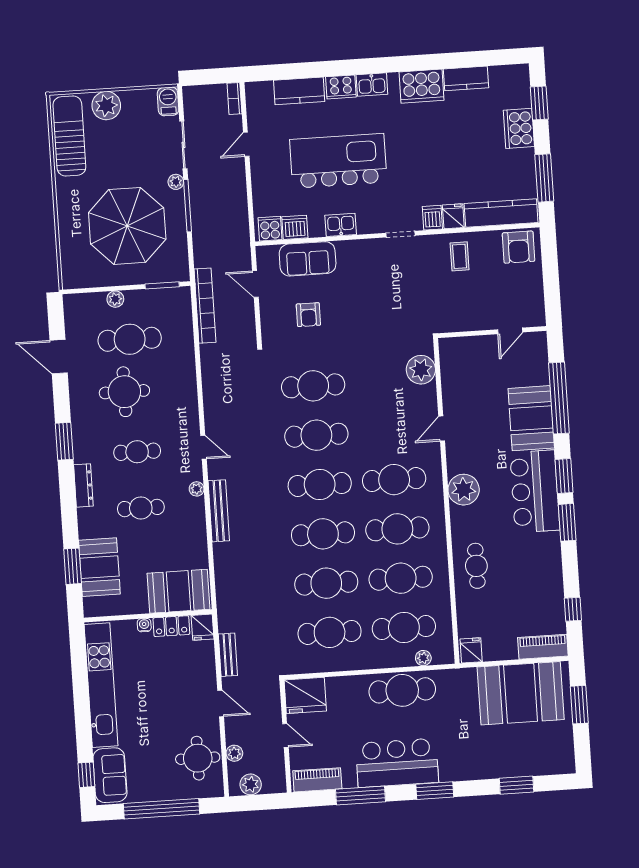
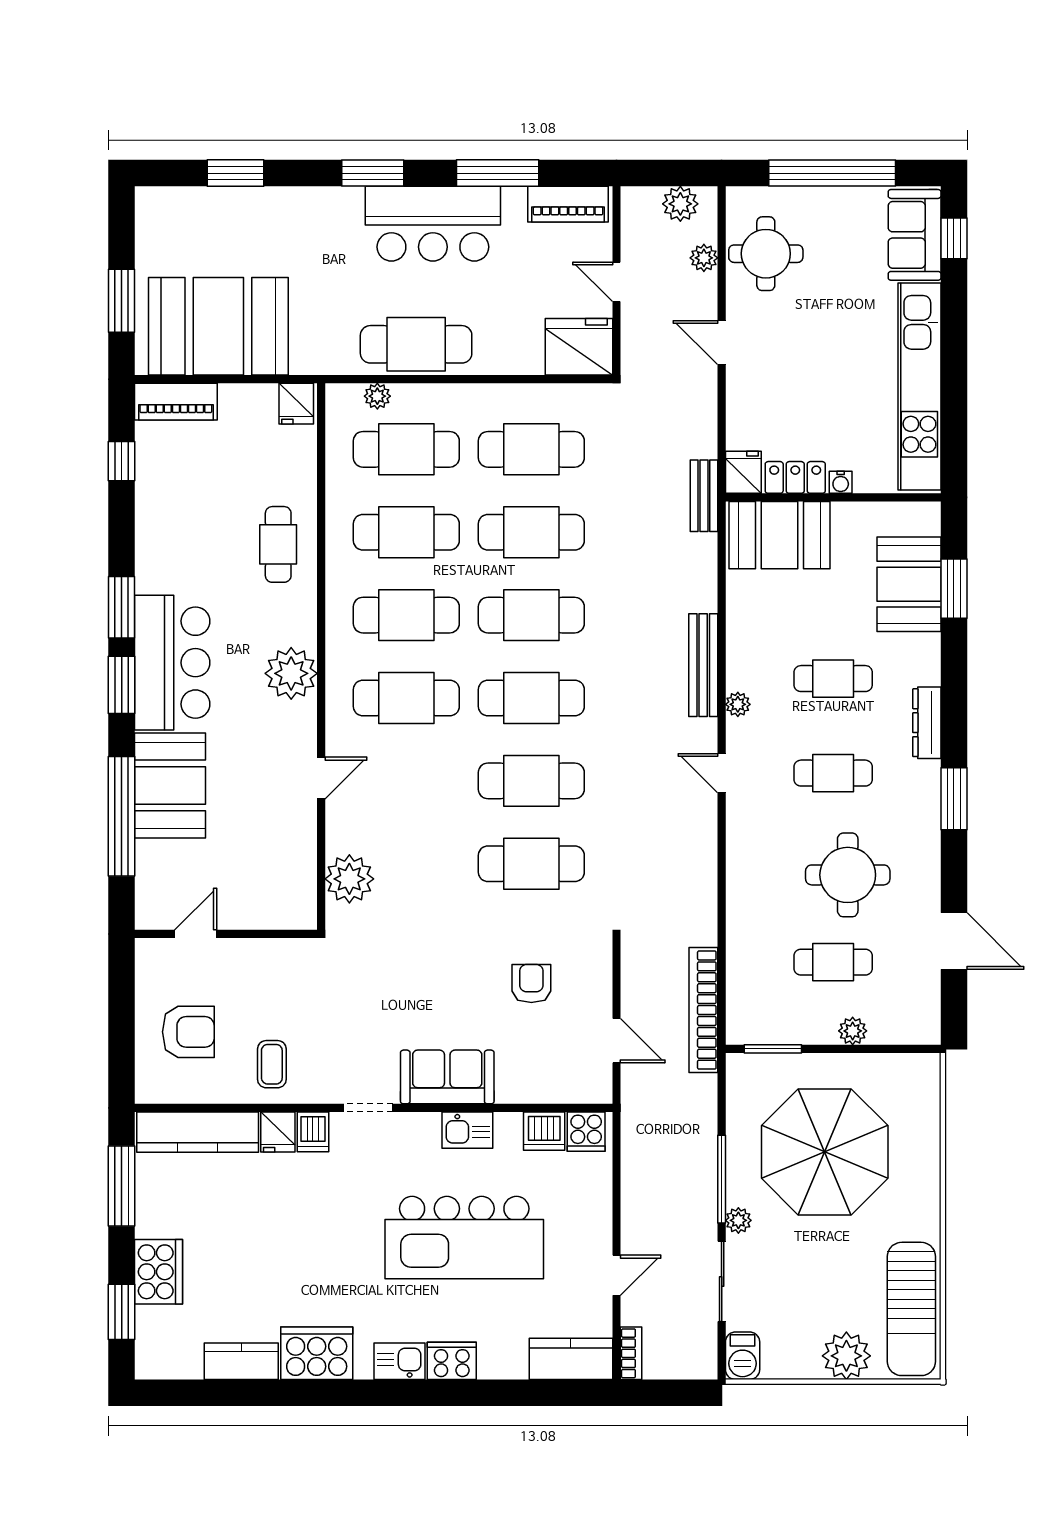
kitchen counter: (299, 91) -> (571, 1359), moved
armchair: (519, 247) -> (188, 1032), moved, turned 90
sofa: (308, 259) -> (447, 1077), moved
cafe table: (130, 339) -> (833, 962), width x0.73, depth x0.74
bench: (228, 655) -> (704, 496), moved

